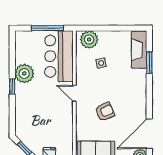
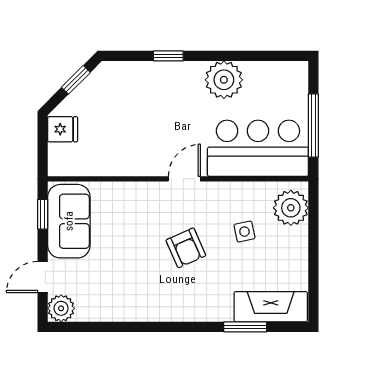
window: (12, 86) -> (168, 56), moved
armchair: (105, 112) -> (186, 248), moved
door: (149, 134) -> (104, 327), removed

